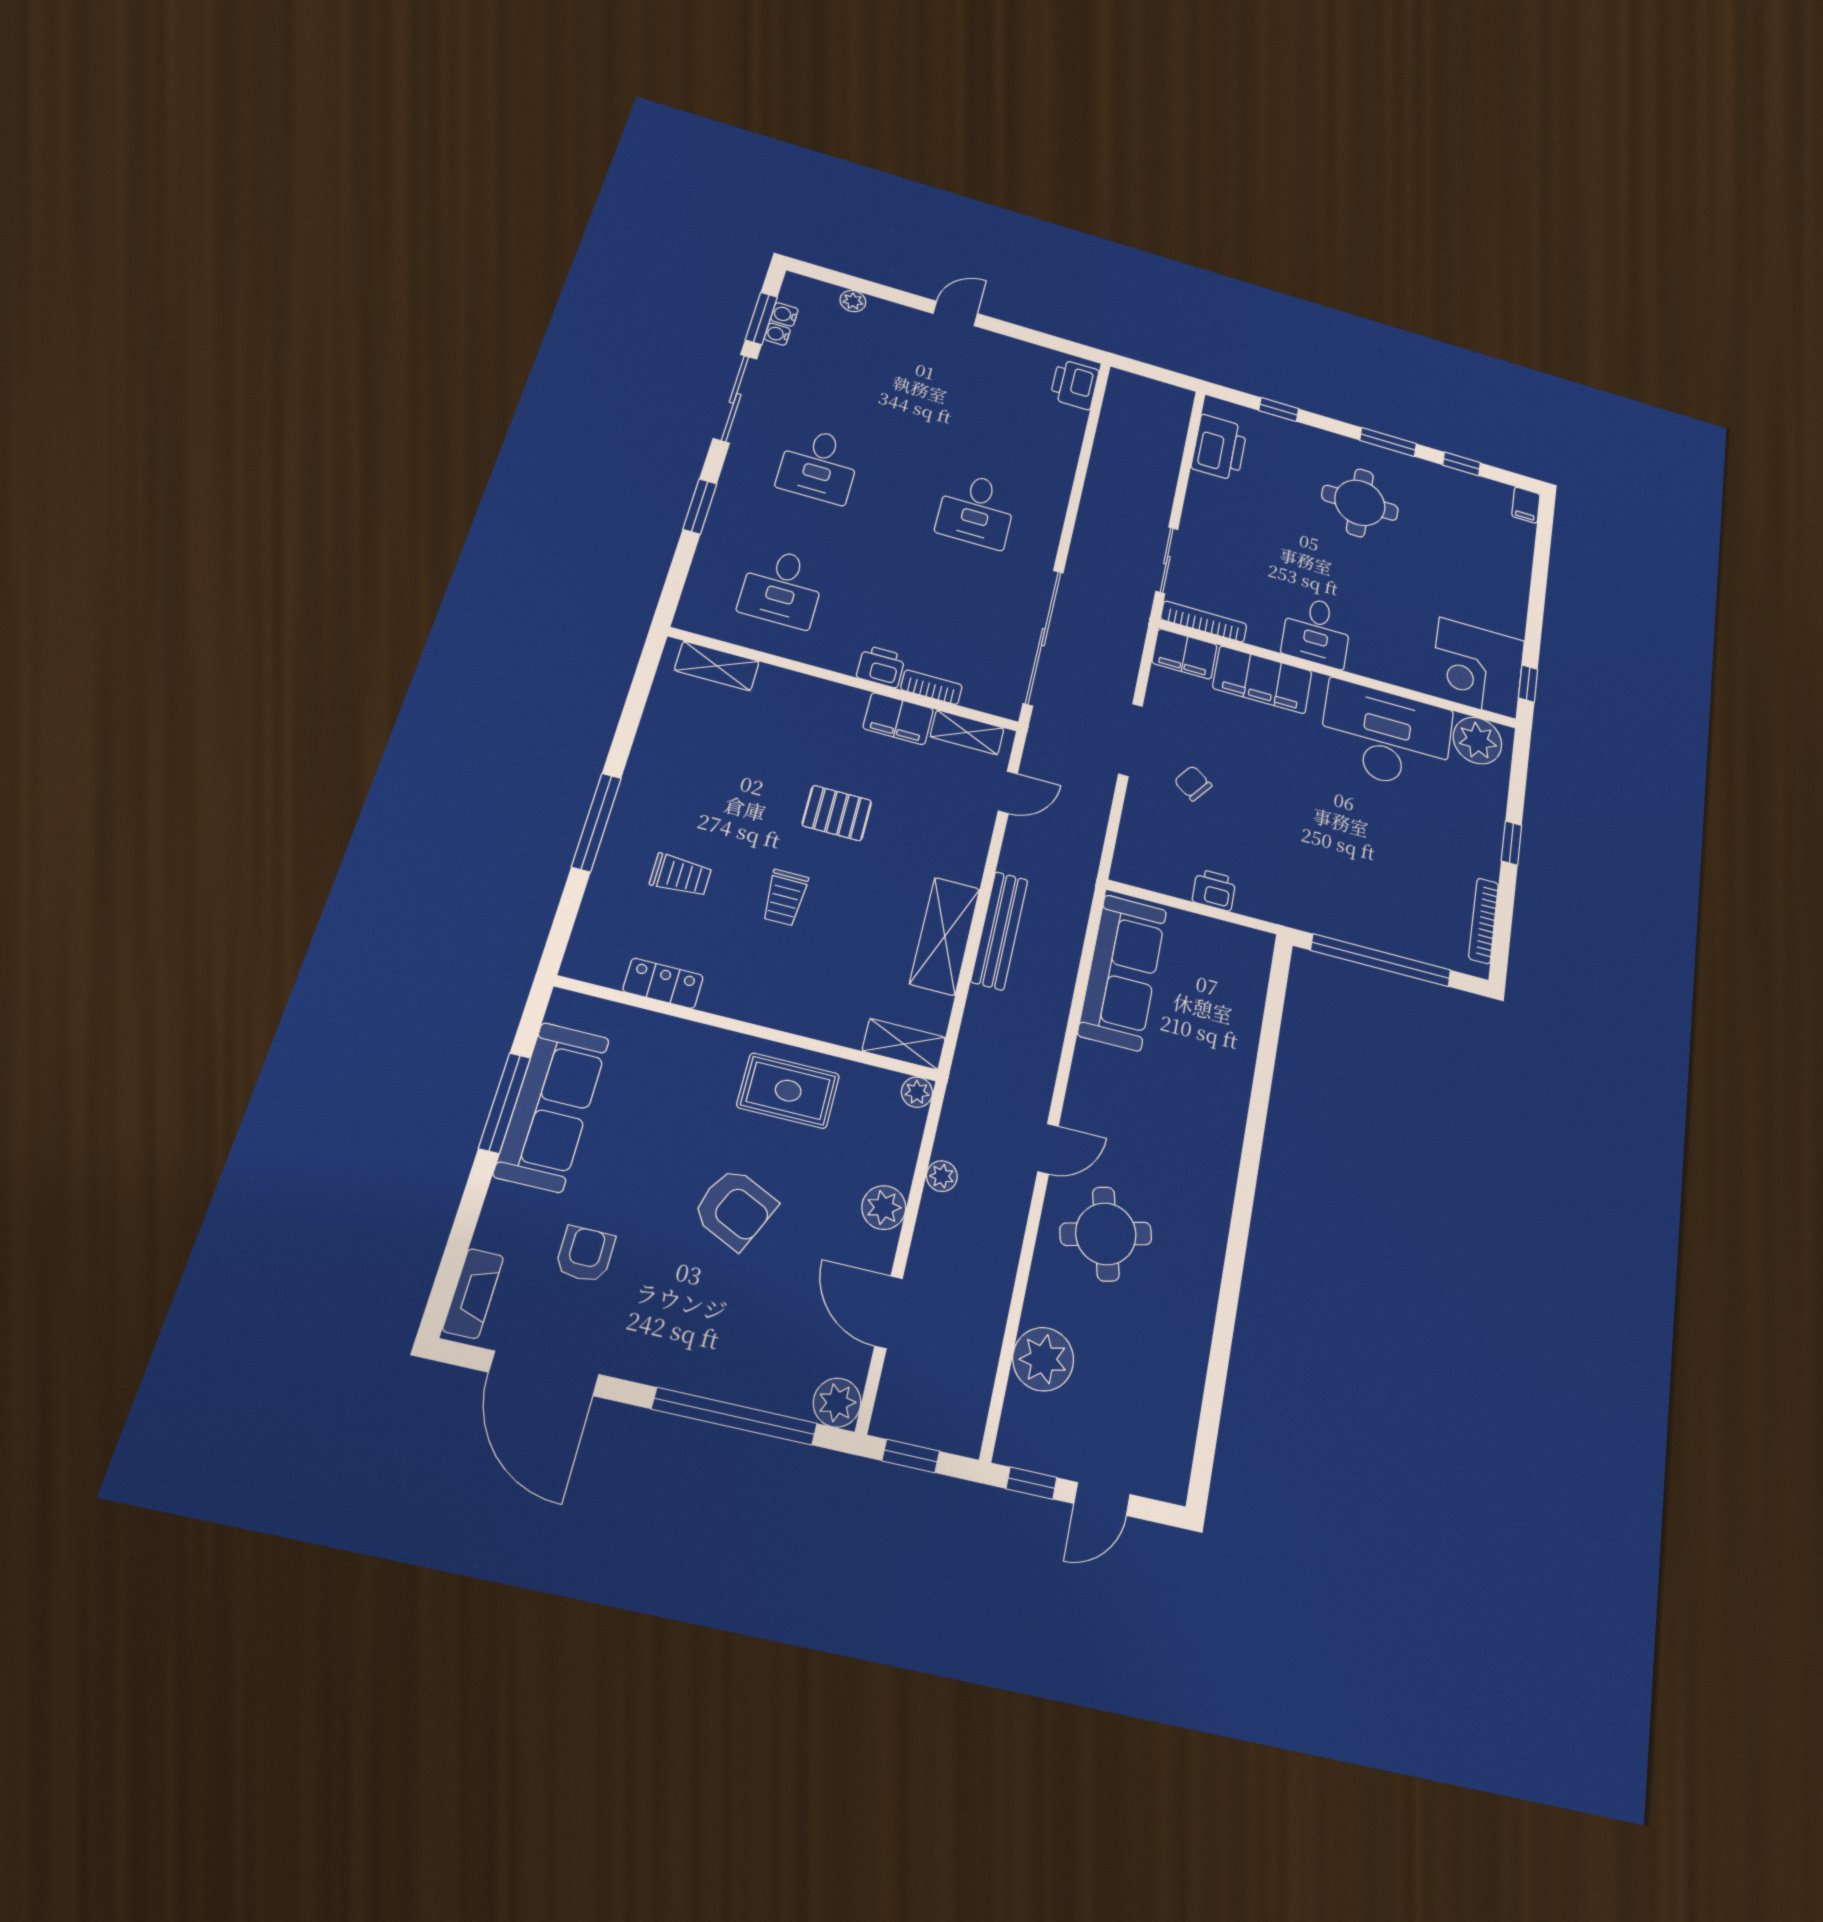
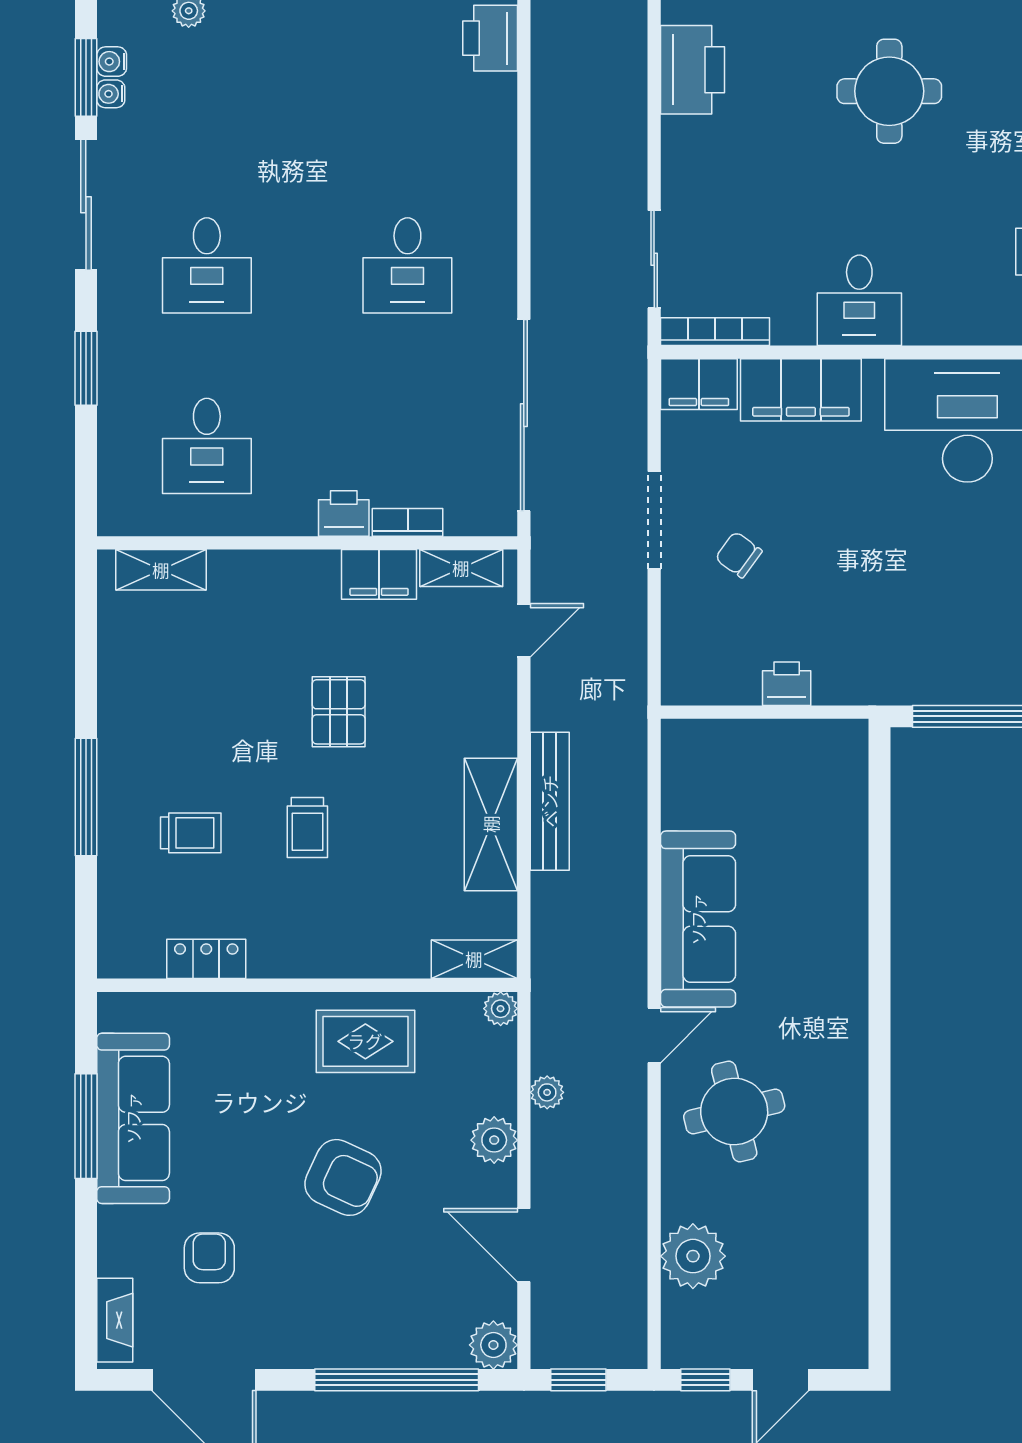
pallet: (837, 813) -> (339, 712), turned 90
sofa: (1123, 972) -> (698, 919), moved

